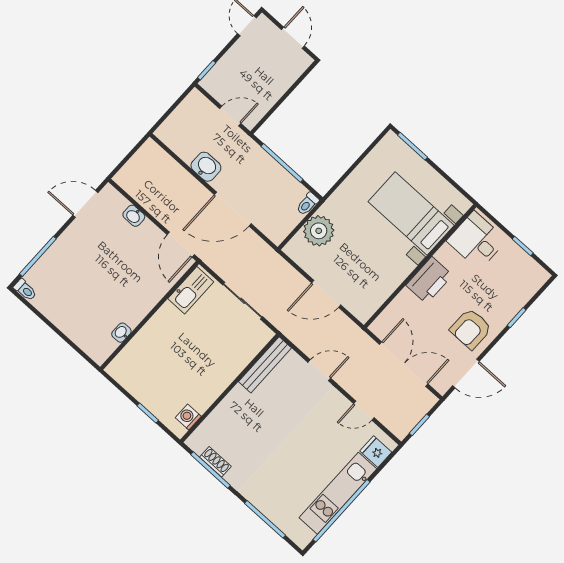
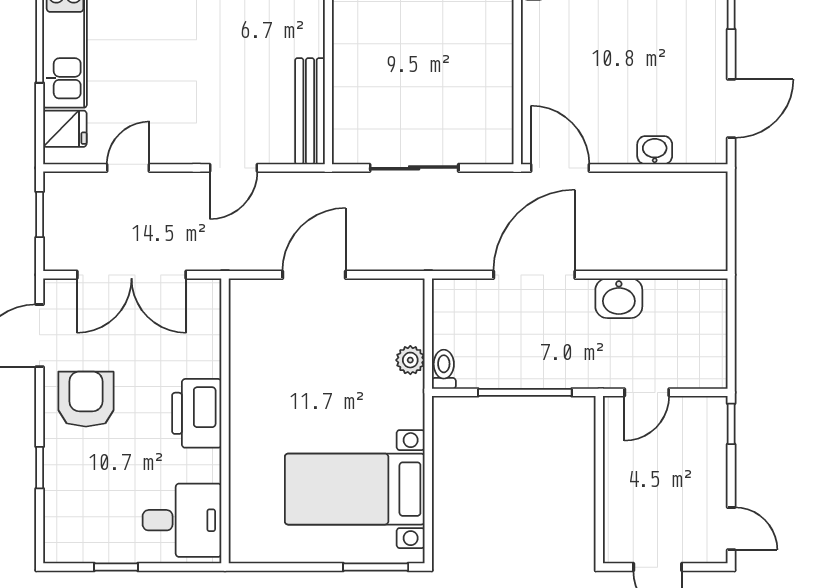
bed with nightstands: (411, 214) -> (355, 489), moved, turned 180
plant: (319, 231) -> (410, 360), width x0.53, depth x0.53
kitchen sink: (191, 290) -> (494, 120), removed

